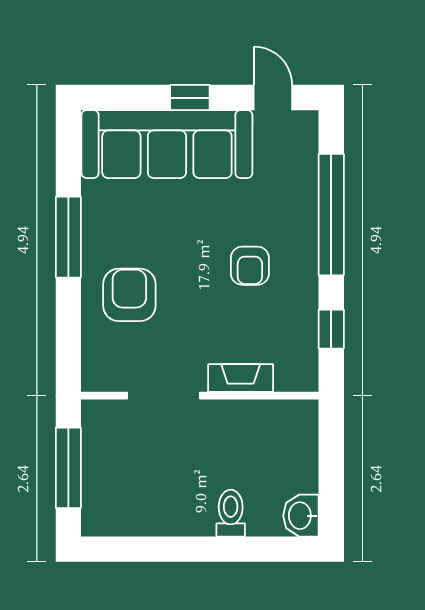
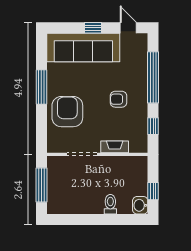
armchair: (250, 266) -> (119, 99), turned 90
armchair: (129, 295) -> (67, 112), width x1.36, depth x1.36
window: (331, 482) -> (153, 191), added

